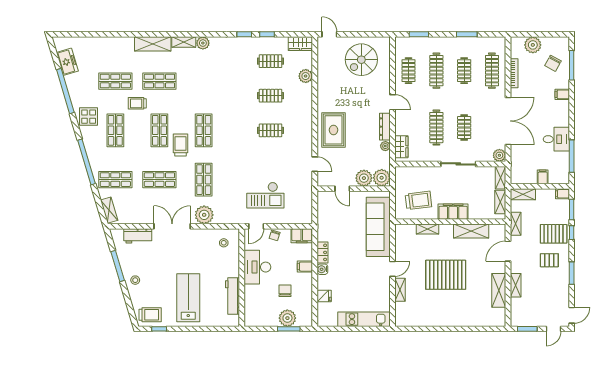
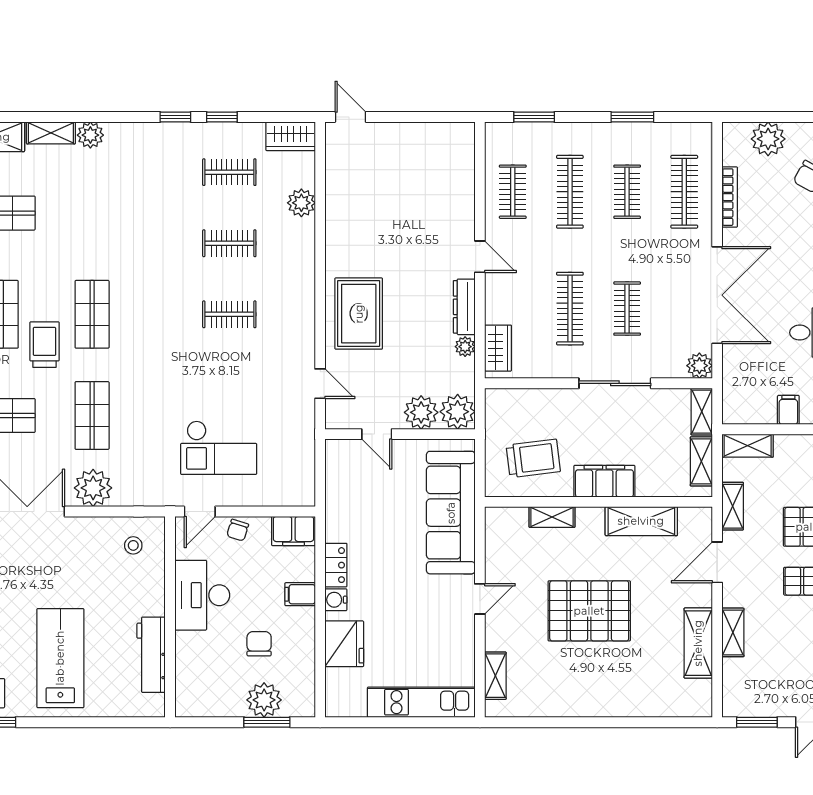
spiral stairs: (361, 60) -> (416, 169), removed
shelving: (400, 290) -> (495, 676), moved
fridge: (324, 296) -> (344, 644), width x1.88, depth x1.34

